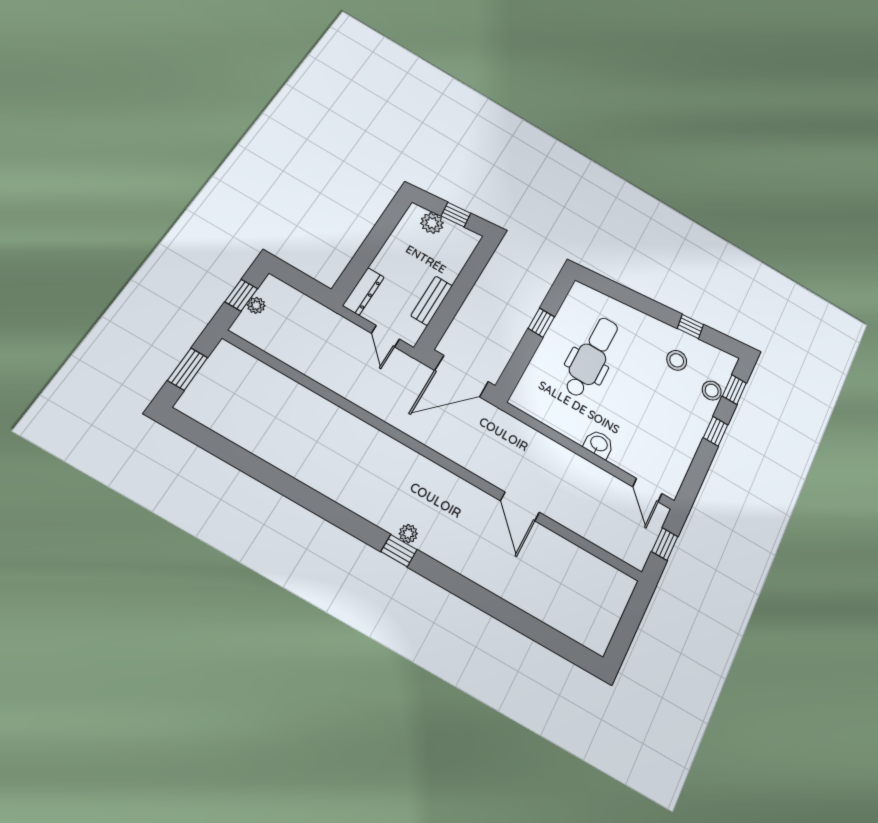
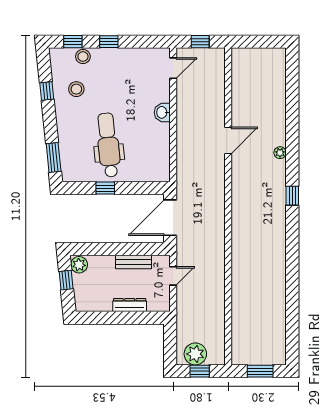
plant: (432, 223) -> (79, 265), moved
window: (609, 288) -> (54, 157), added
dresser: (363, 291) -> (130, 305), moved
plant: (256, 305) -> (195, 354), width x1.87, depth x1.87
dental chair: (591, 357) -> (108, 145), turned 84
door: (462, 376) -> (170, 218), swing flipped
plant: (408, 534) -> (280, 153), moved

